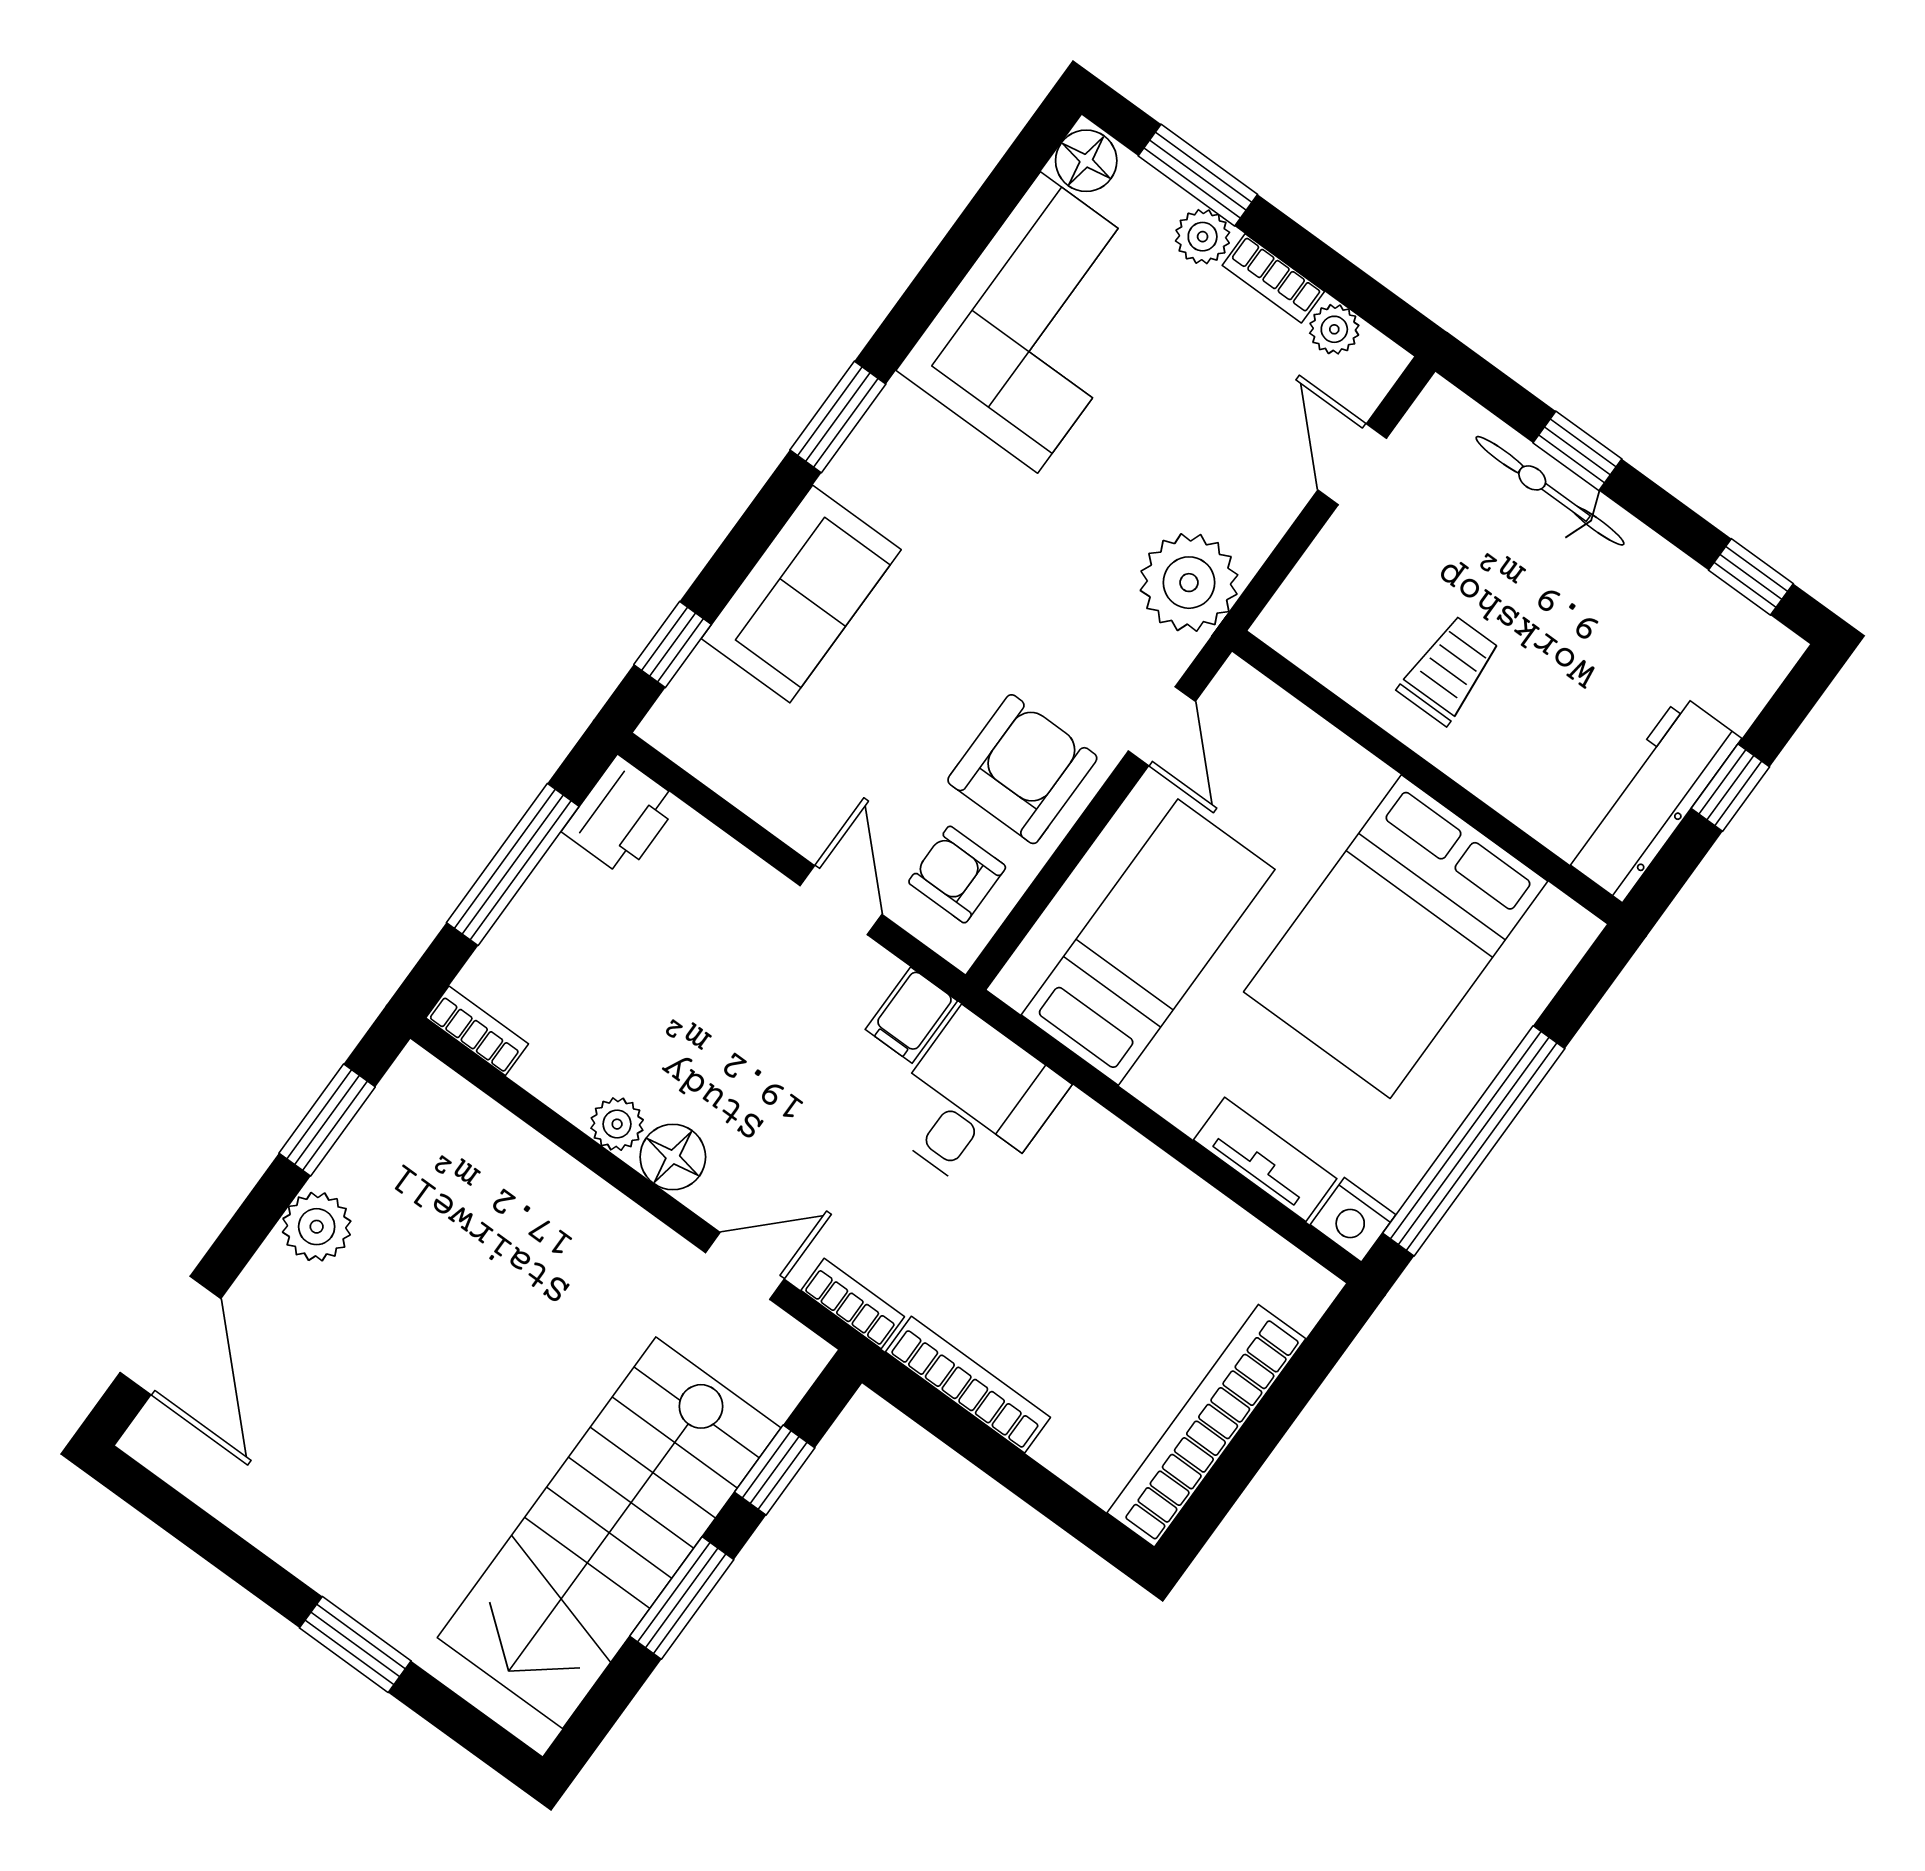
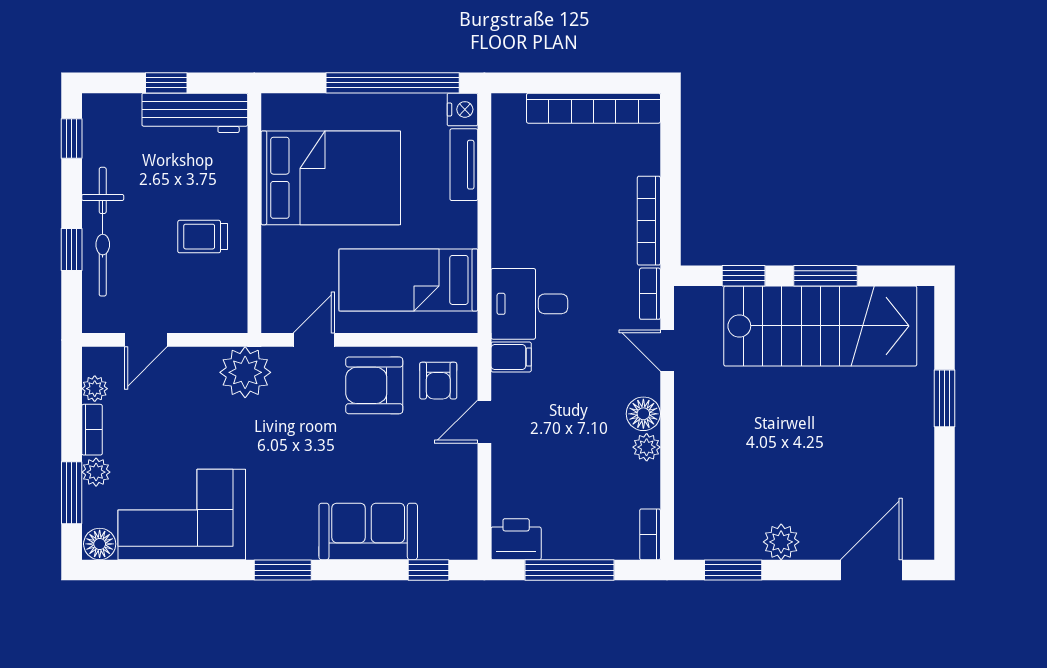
bicycle: (1550, 491) -> (103, 232), width x1.37, depth x1.40

